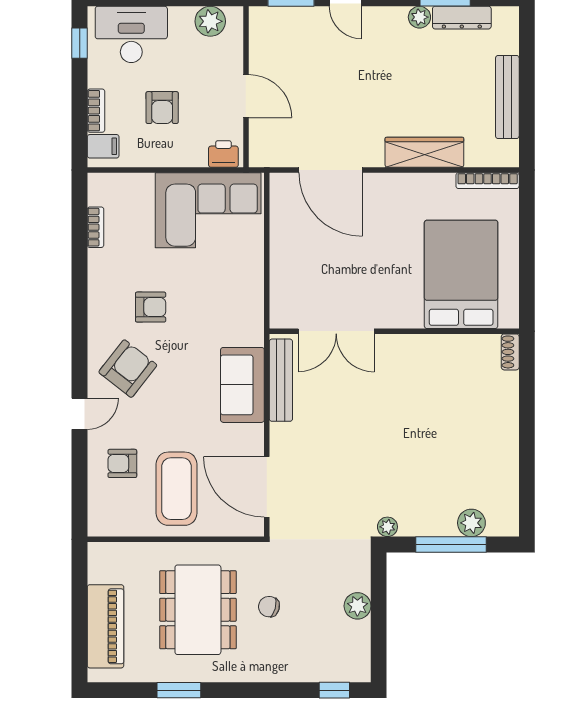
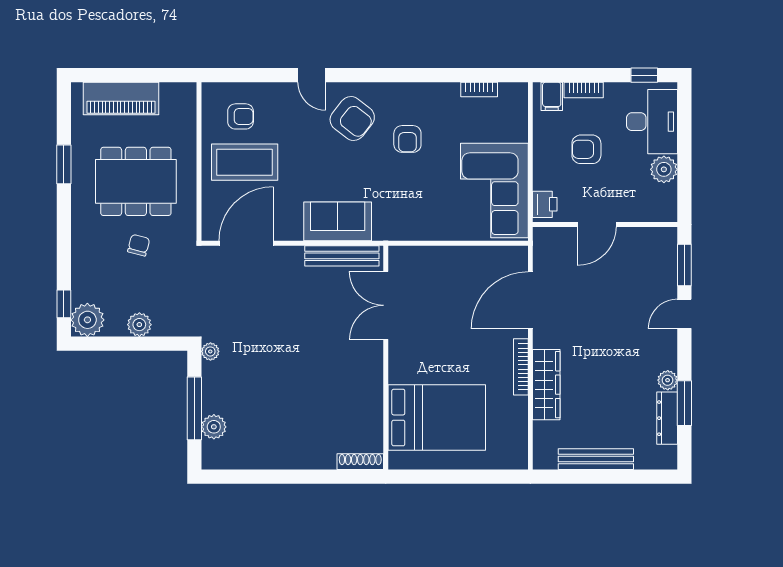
plant: (210, 21) -> (664, 169), moved
bookcase: (488, 181) -> (521, 367), moved
shoe rack: (510, 352) -> (360, 462), width x1.43
armchair: (122, 463) -> (241, 116), moved, turned 90
plant: (352, 664) -> (87, 320), added

